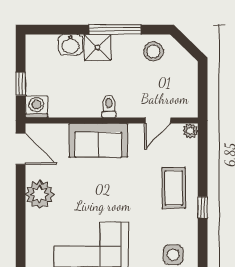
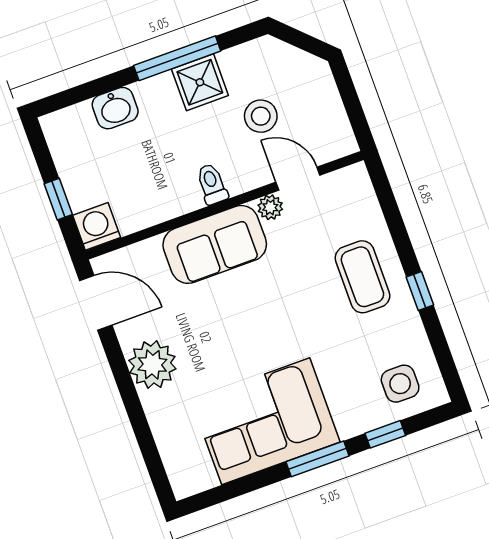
shower: (97, 47) -> (200, 82), moved
stool: (153, 51) -> (261, 116), moved
door: (158, 121) -> (298, 179), swing flipped
plant: (191, 131) -> (270, 207), moved

